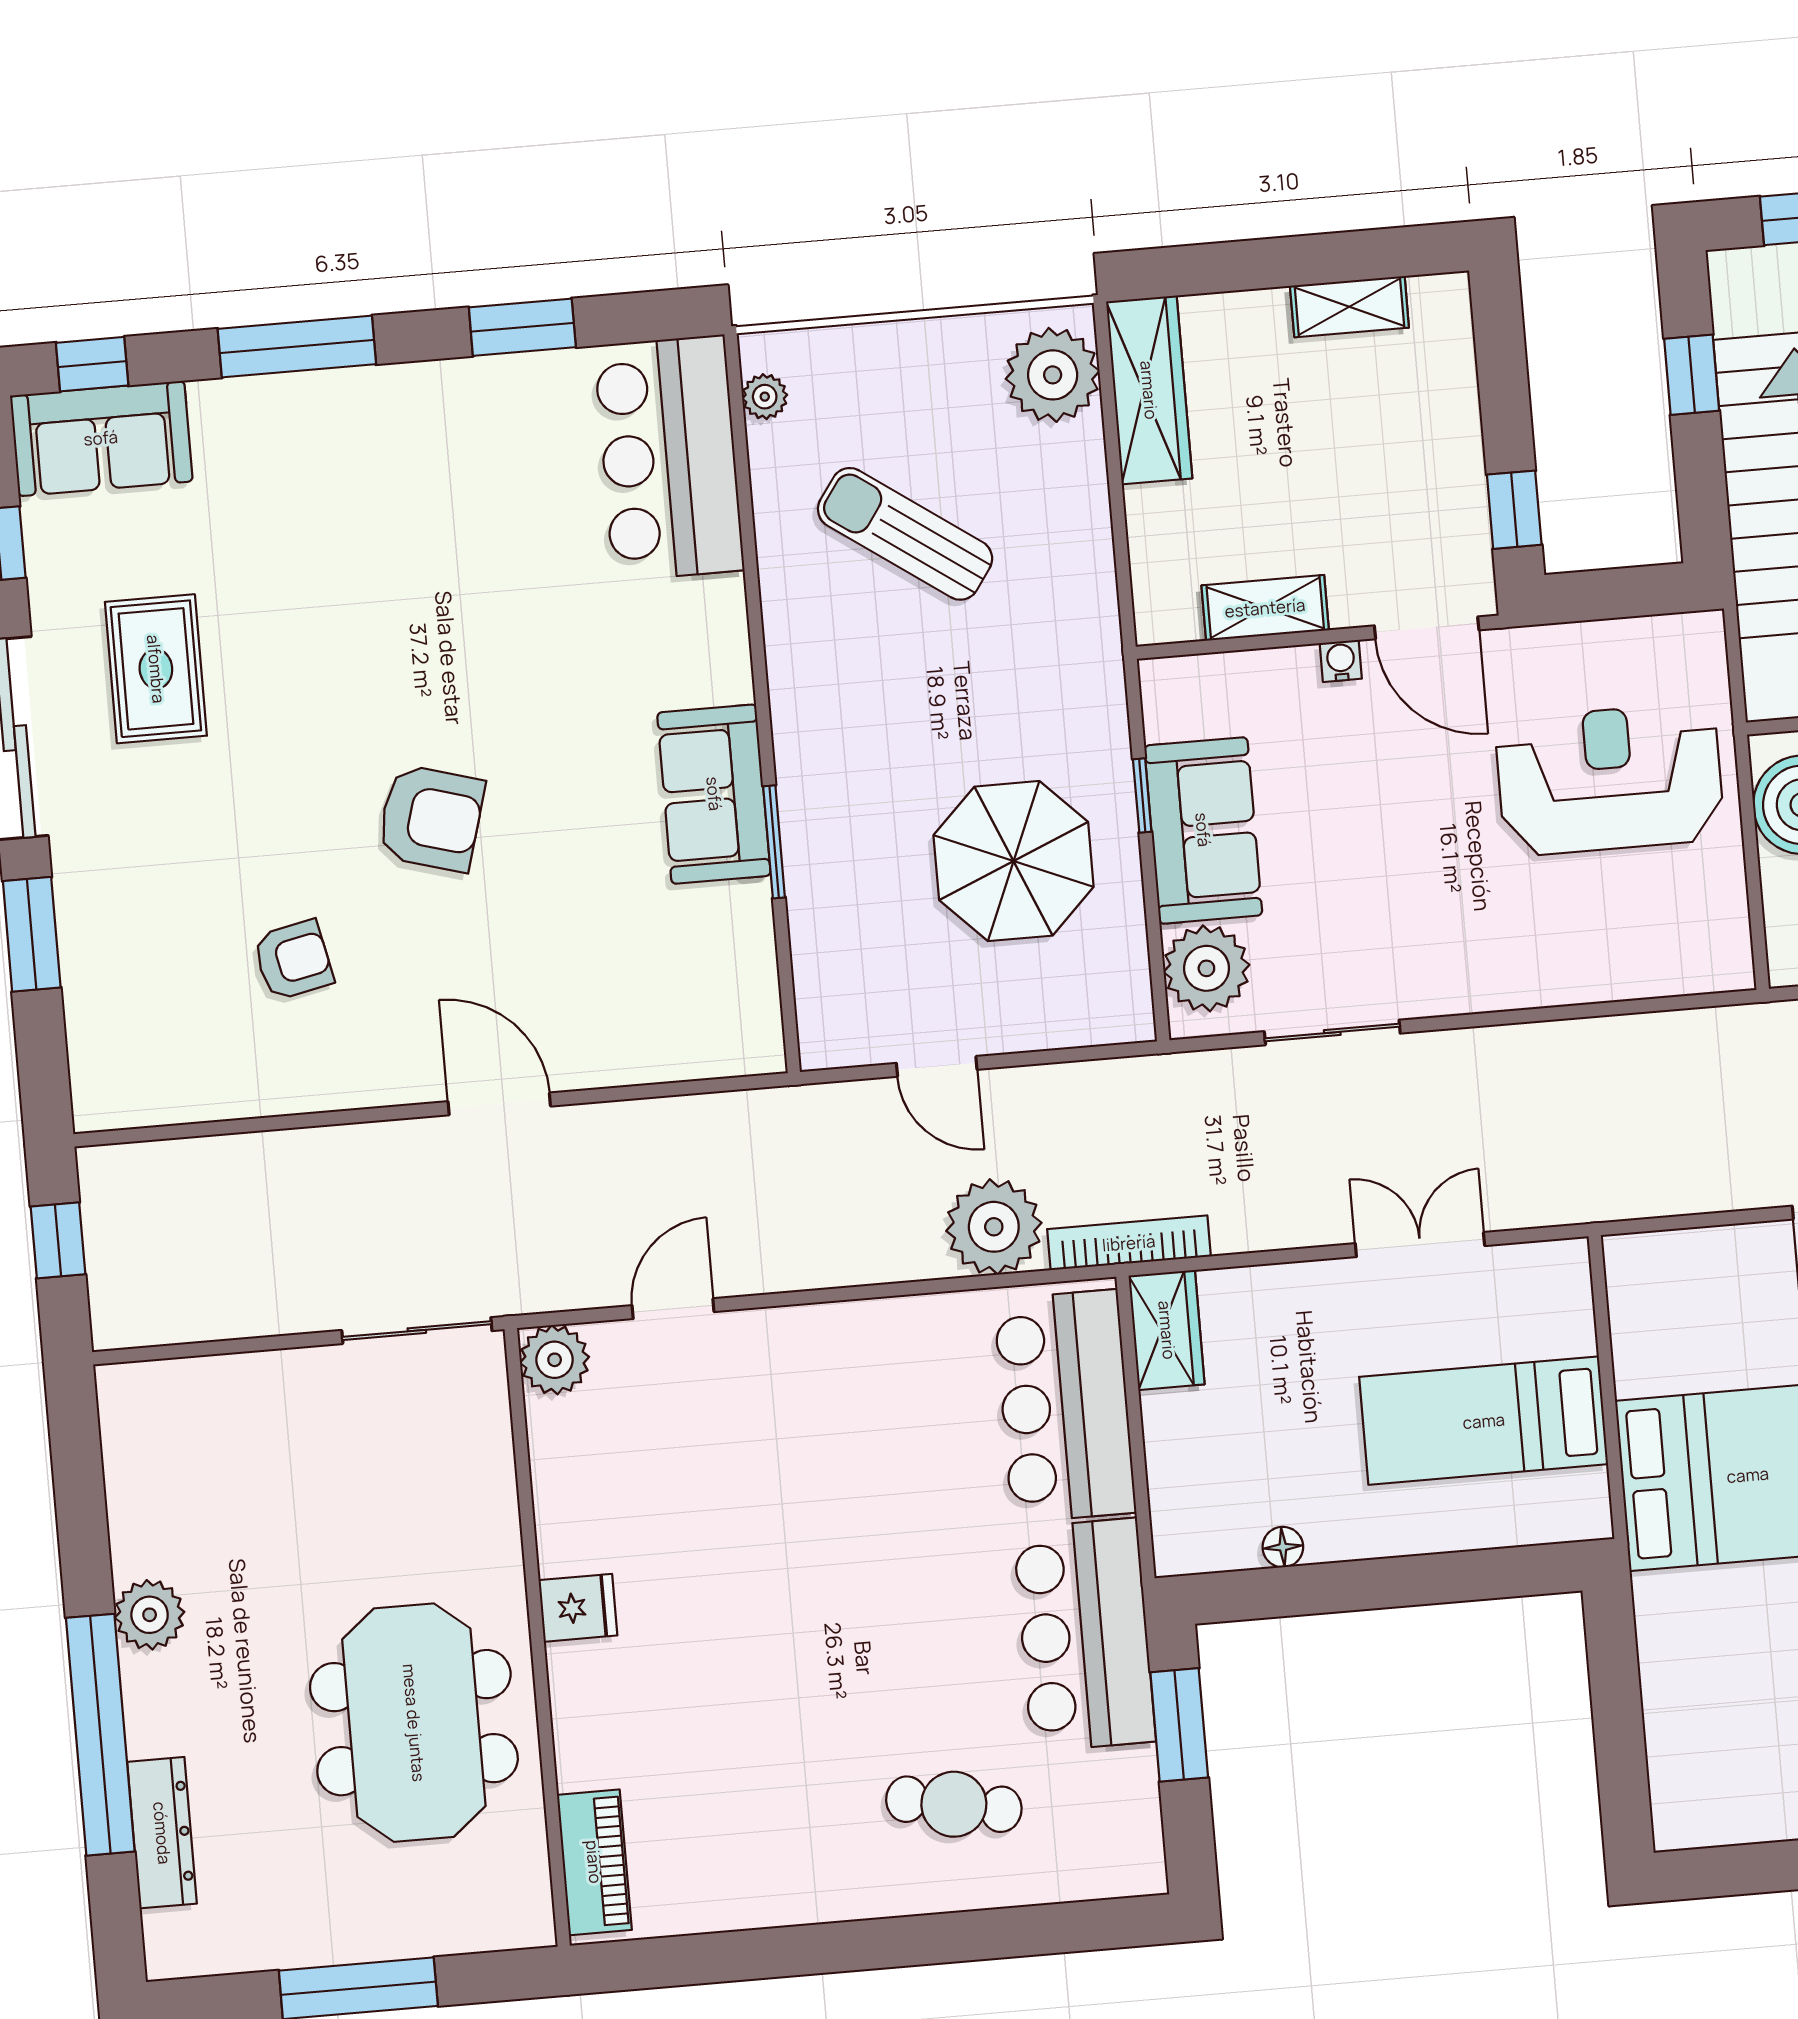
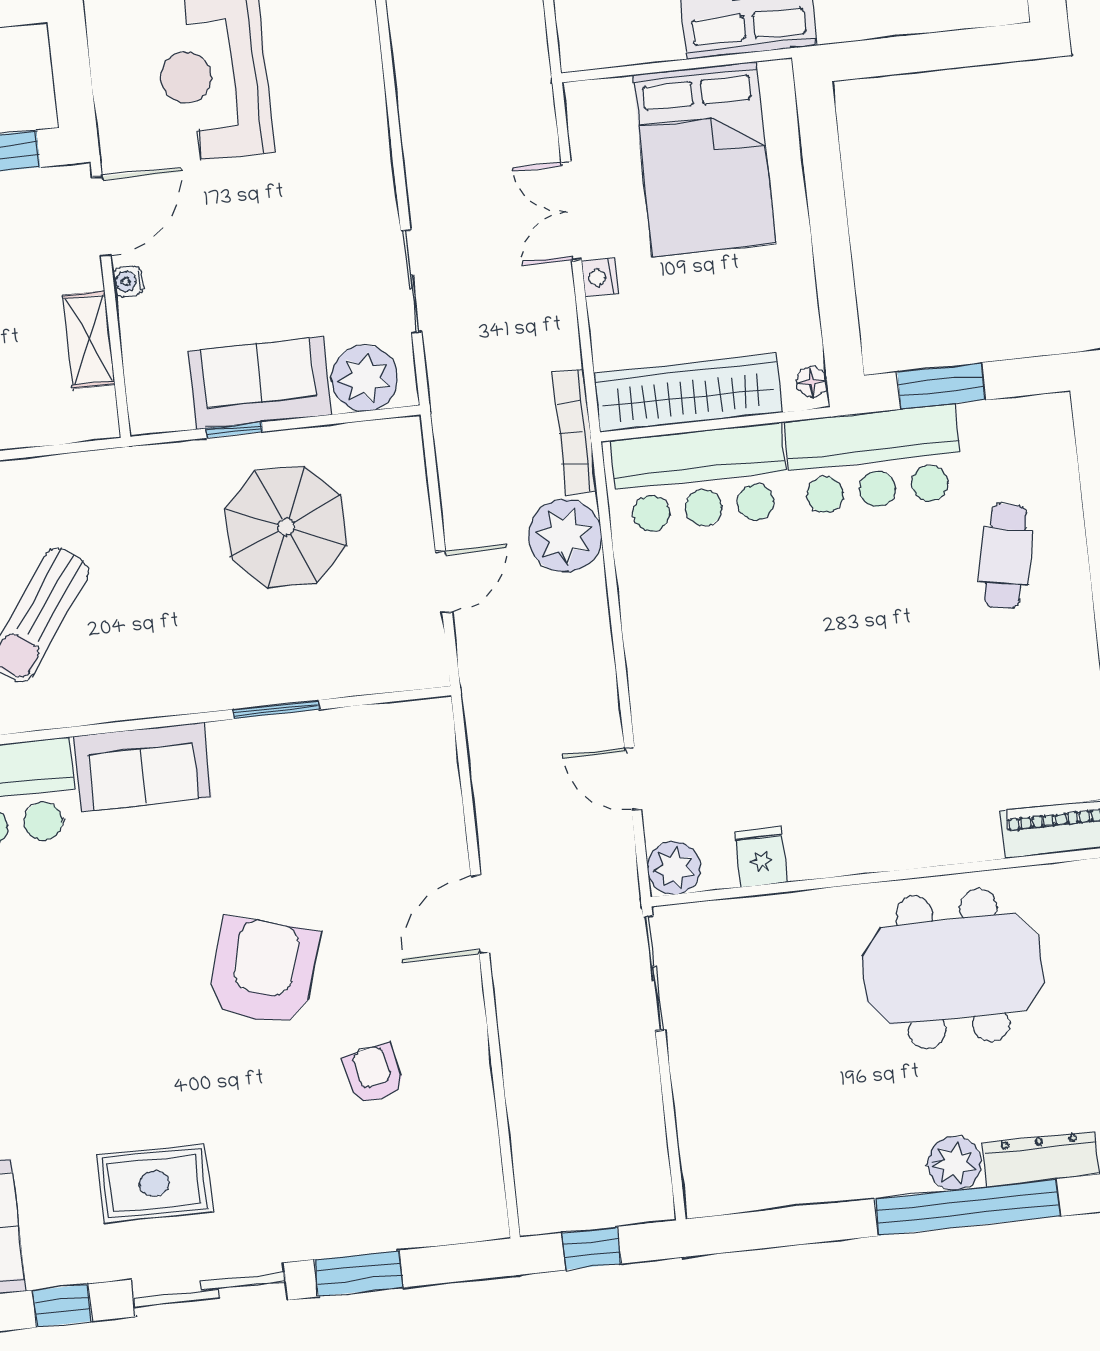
sofa: (714, 794) -> (142, 767), moved
armchair: (431, 818) -> (263, 971), width x1.36, depth x1.36
nightstand: (1332, 1280) -> (600, 277), added
wardrobe: (1167, 1330) -> (688, 393), width x2.10, depth x1.17
bed: (1484, 1421) -> (704, 159), width x1.50
floor lamp: (1283, 1547) -> (812, 382), moved
fridge: (578, 1608) -> (761, 857), moved
plant: (150, 1615) -> (954, 1163), moved

